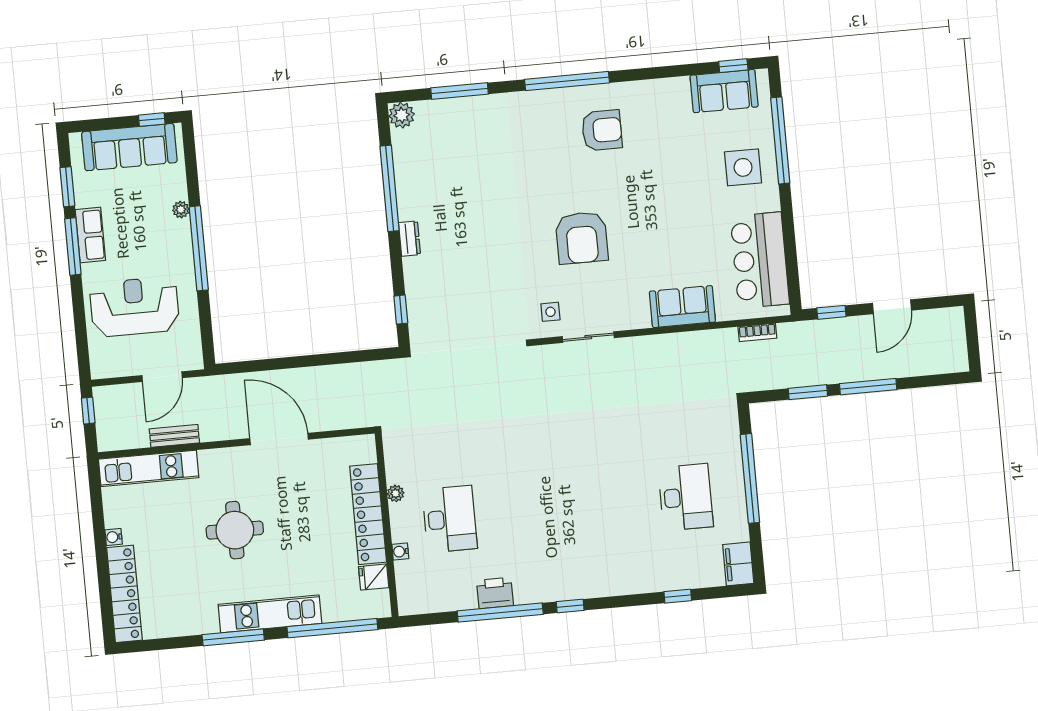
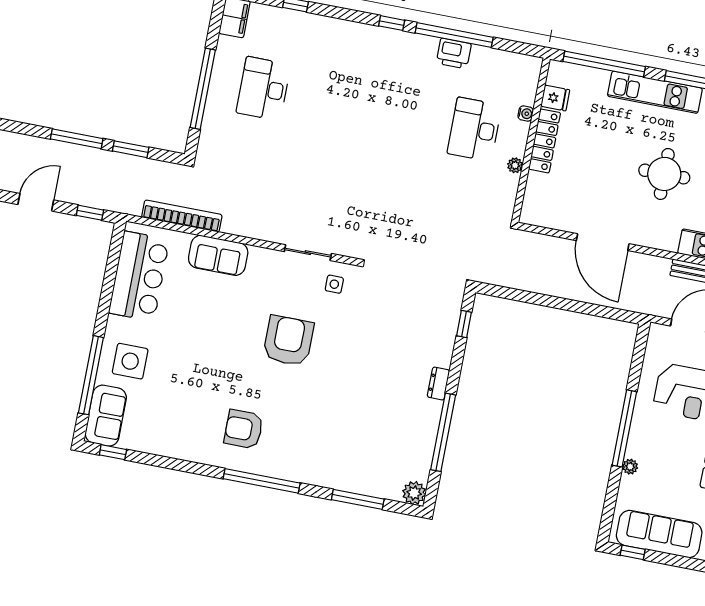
sofa: (724, 91) -> (106, 416), moved, turned 90
bookcase: (757, 332) -> (182, 216), width x2.31, depth x1.31
locker: (368, 514) -> (545, 141), width x0.71, depth x0.83

